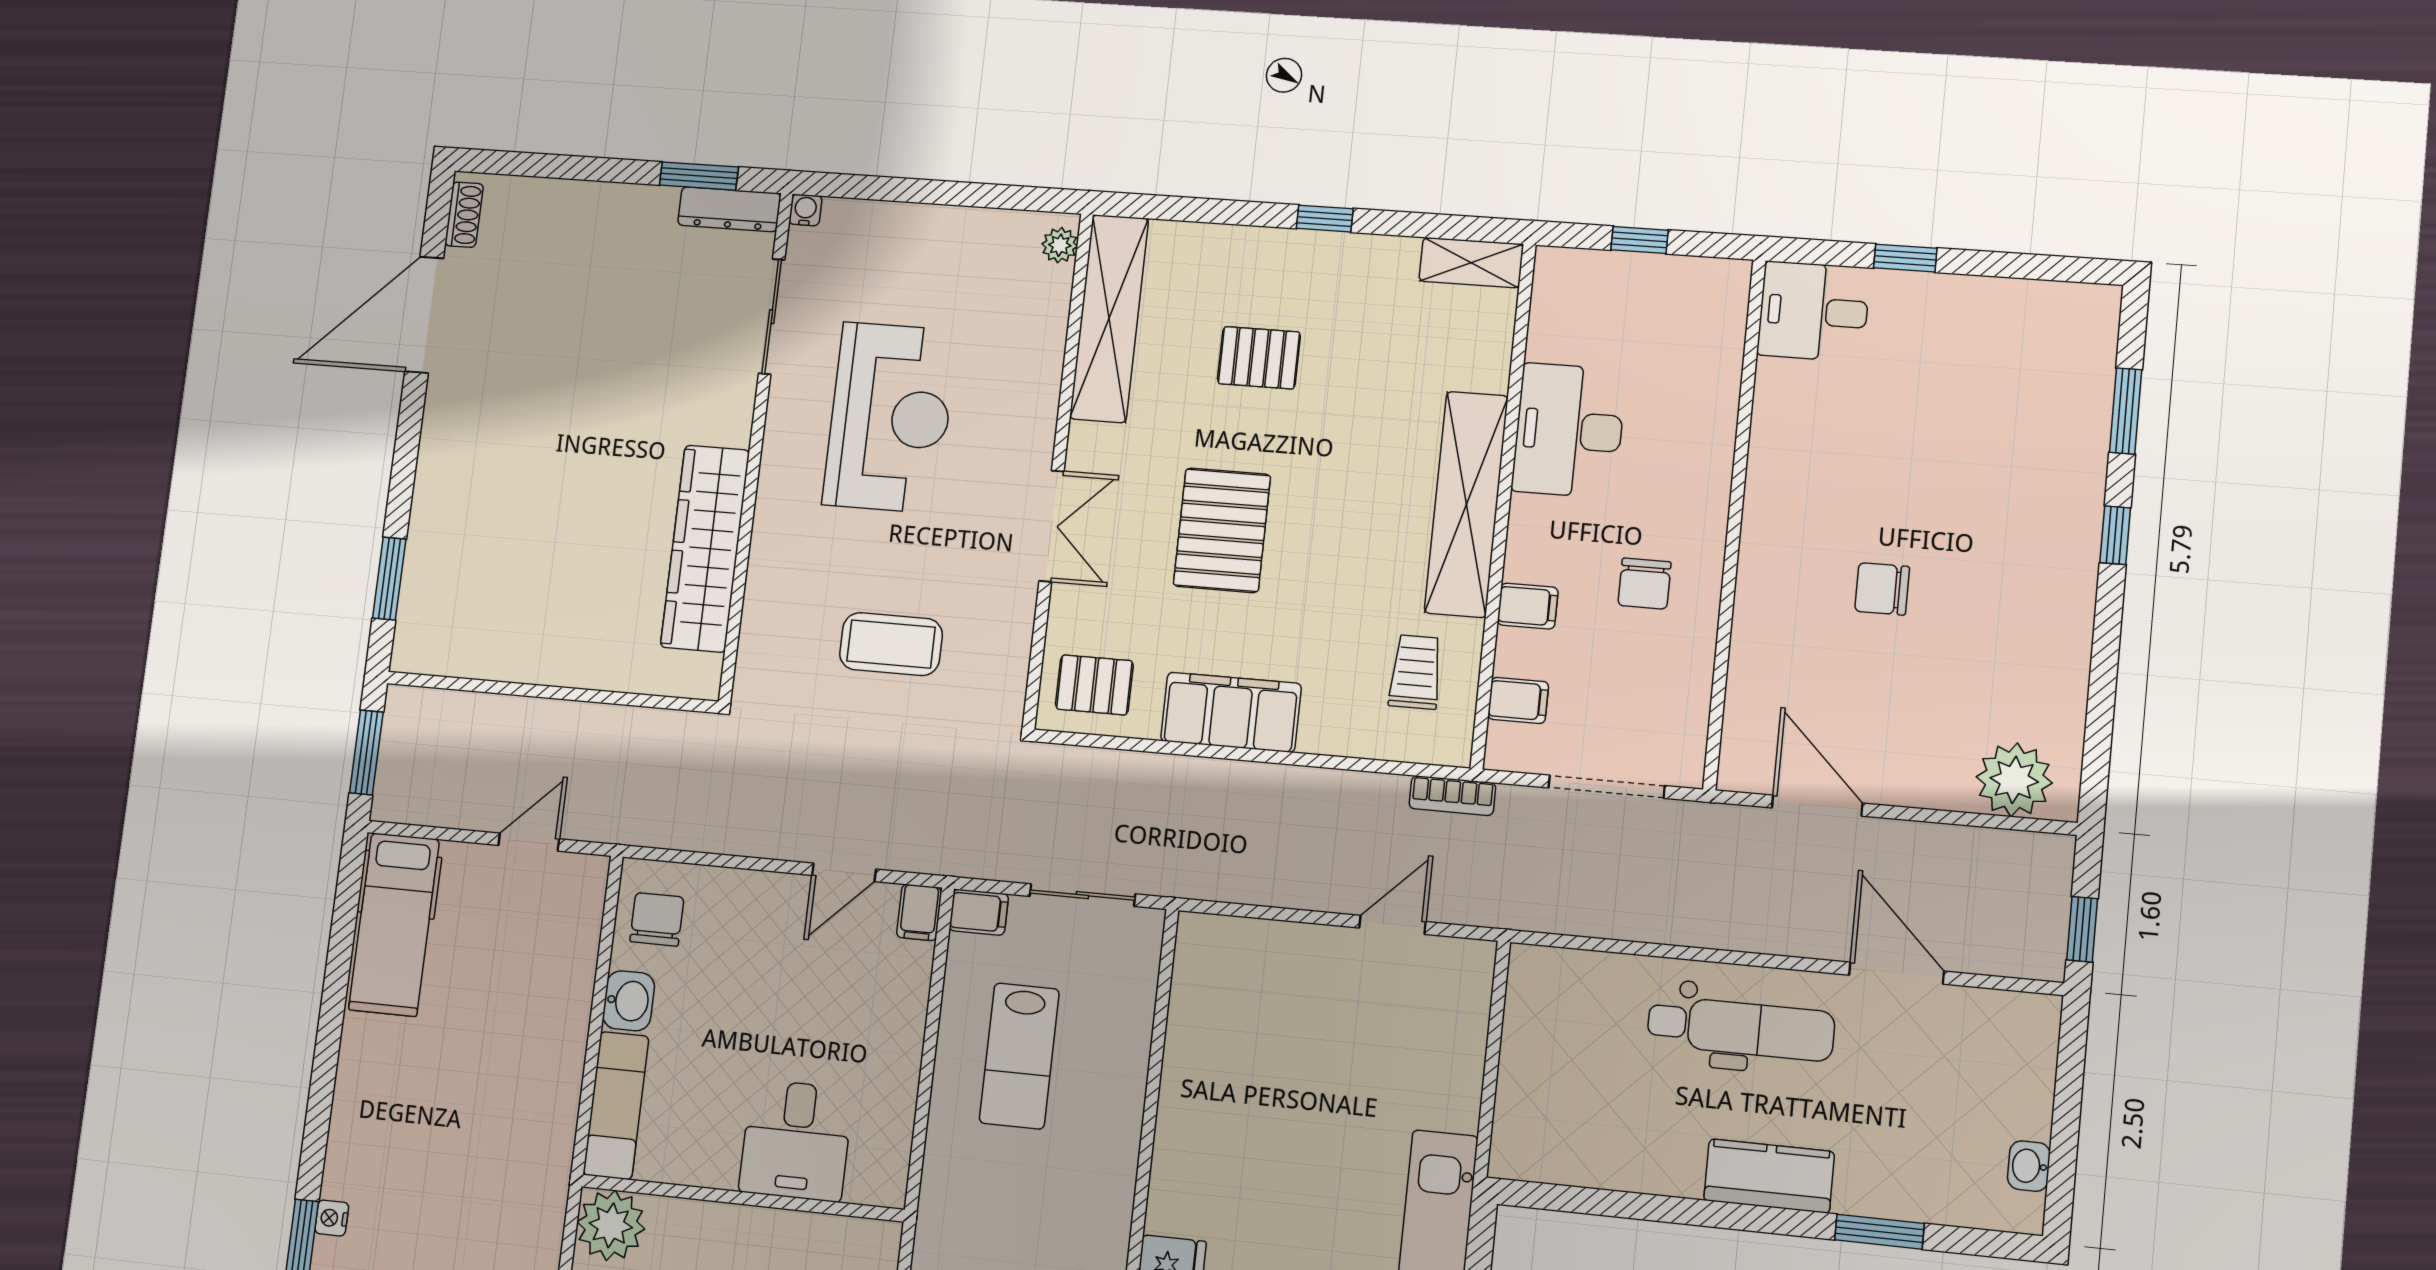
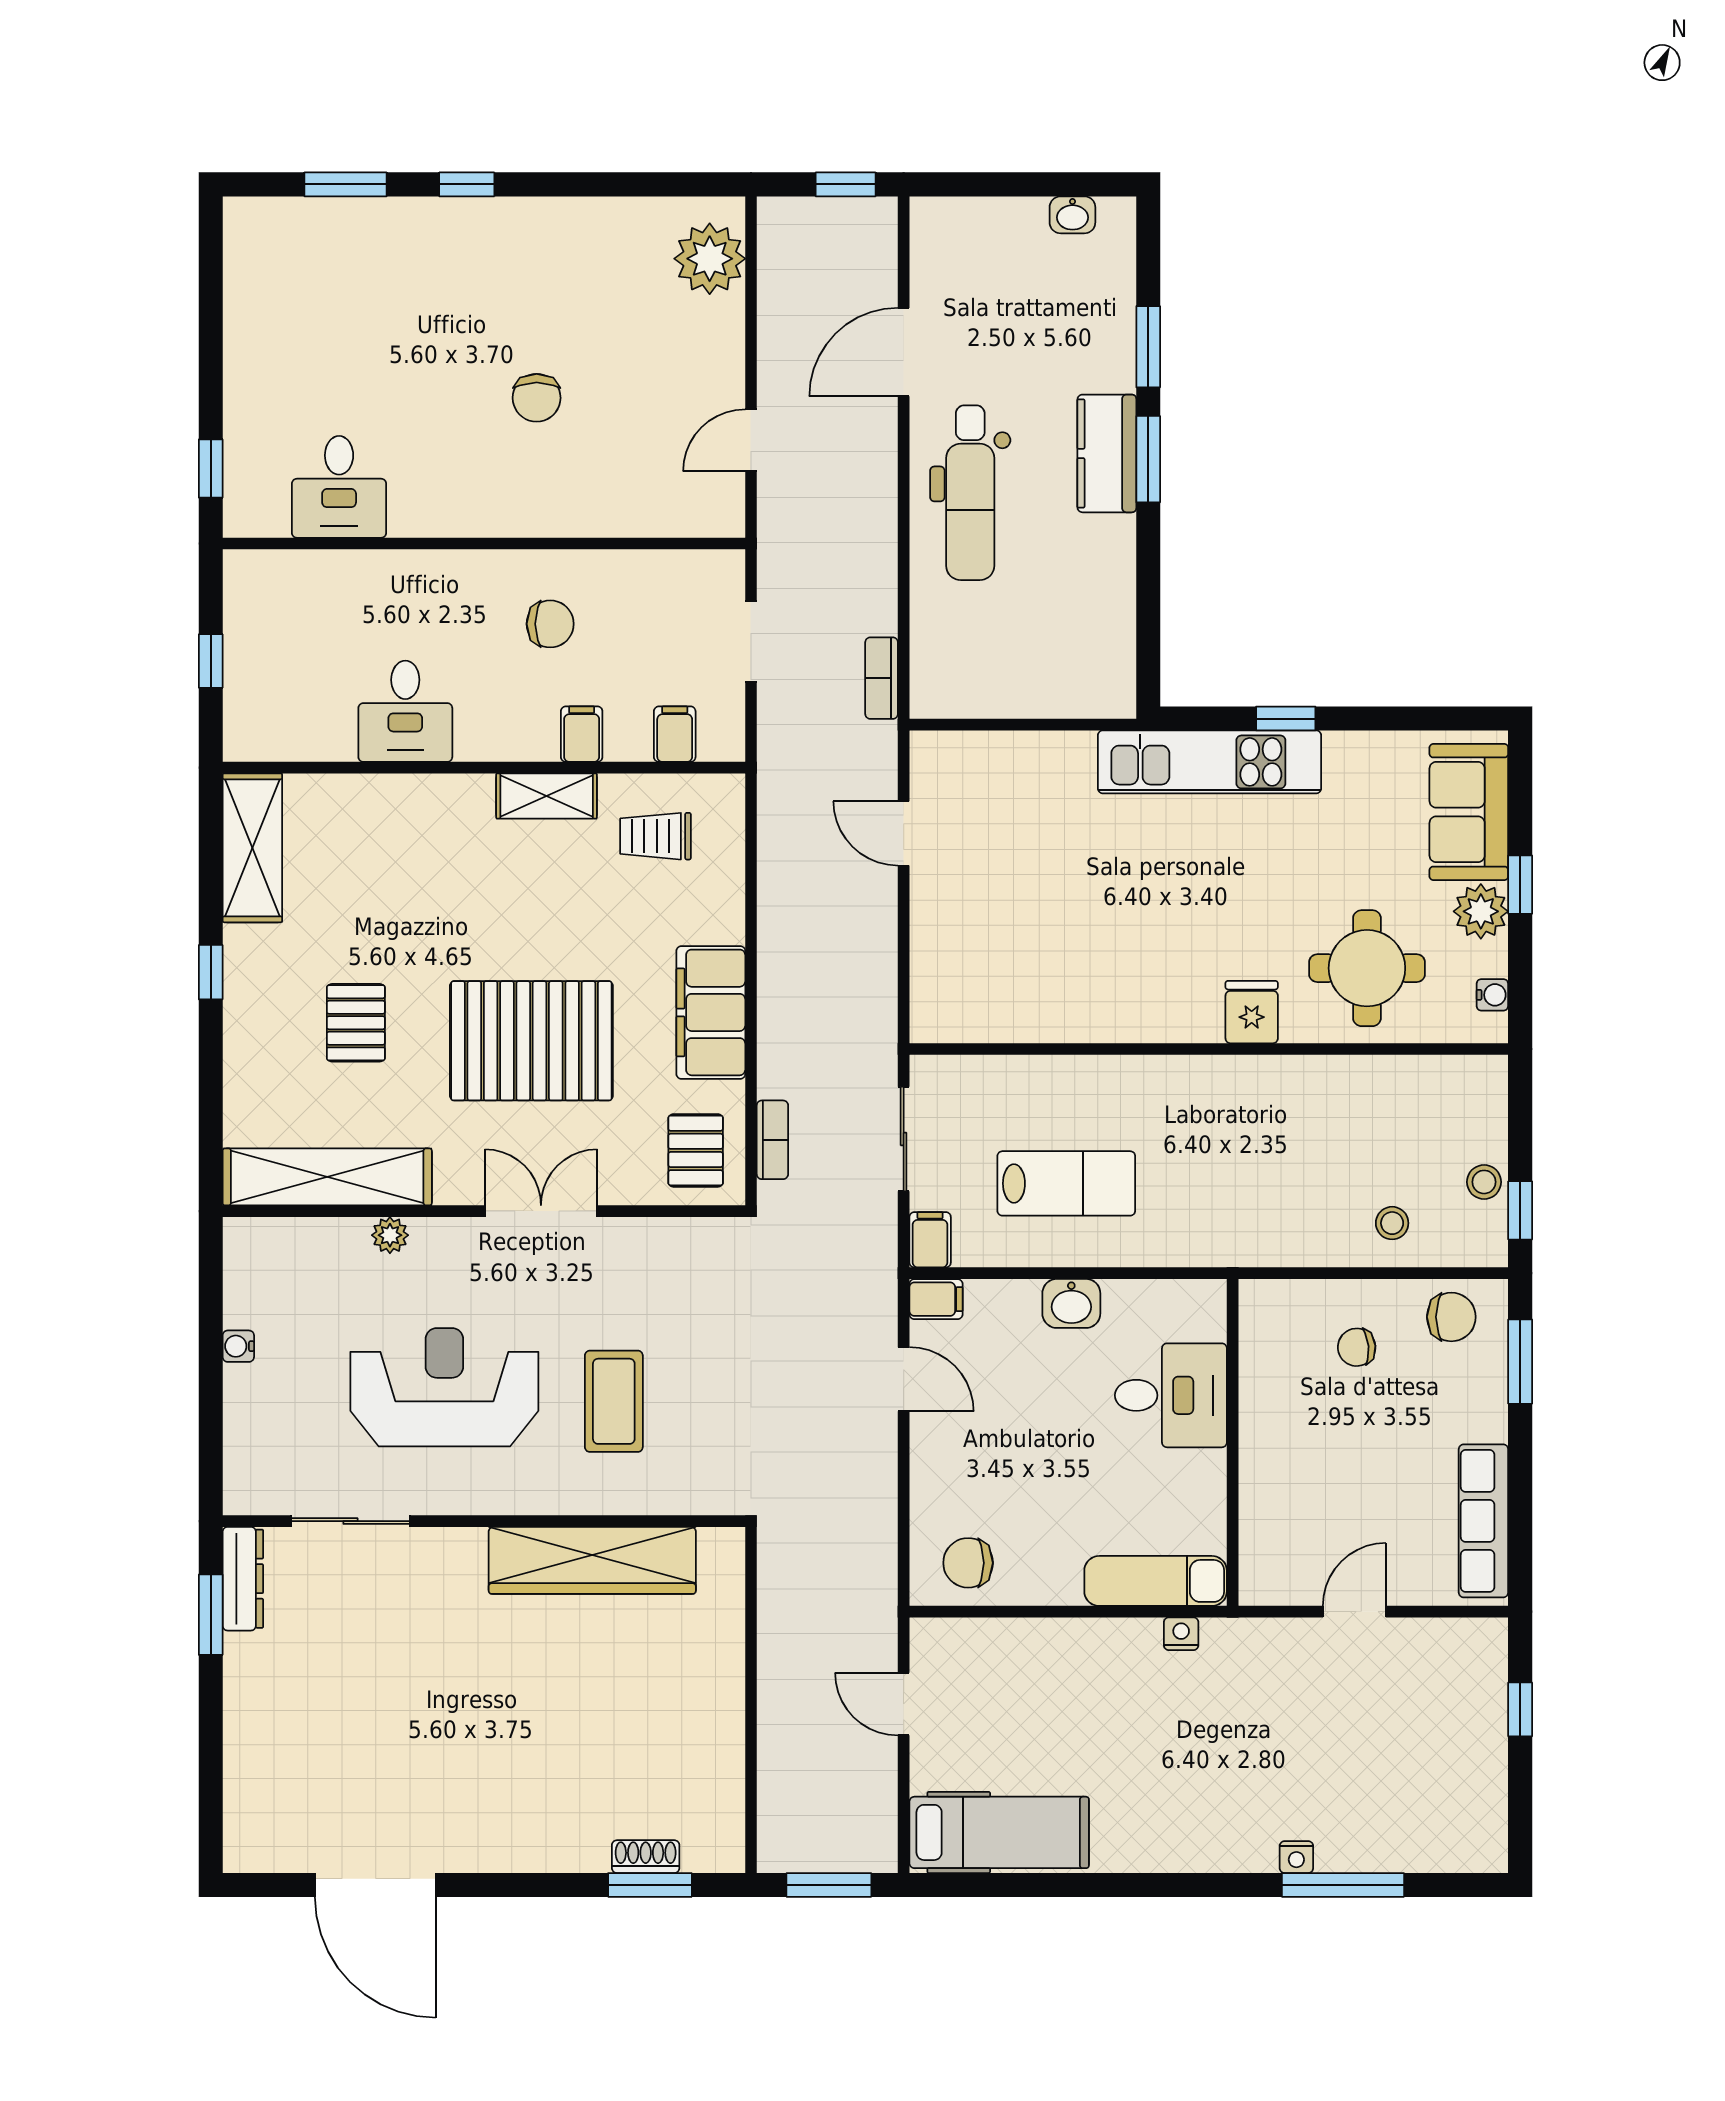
water cooler: (805, 210) -> (238, 1346), moved
shoe rack: (464, 215) -> (646, 1857), moved
plant: (1060, 245) -> (390, 1235), moved
window: (1905, 258) -> (211, 469), moved
shelving: (1471, 263) -> (252, 848), width x1.50, depth x1.33
desk: (1814, 311) -> (339, 487), moved
desk: (1569, 430) -> (405, 711), width x0.73
shelving: (1466, 504) -> (547, 796), width x0.45, depth x0.75
pallet: (1222, 530) -> (531, 1041), width x1.37, depth x1.41
coffee table: (891, 644) -> (614, 1401), moved
bookcase: (1096, 763) -> (772, 1140), added
doorway: (1607, 787) -> (751, 641), width x0.73
bookcase: (1452, 796) -> (882, 678), moved, turned 180
door: (1817, 806) -> (751, 440), width x0.73
washbasin: (629, 1001) -> (1071, 1303), moved, turned 180
dental chair: (1741, 1028) -> (970, 493), turned 180
nightstand: (561, 1126) -> (1181, 1634), added
window: (1759, 1219) -> (1148, 459), added
plant: (611, 1225) -> (1273, 1571), removed

